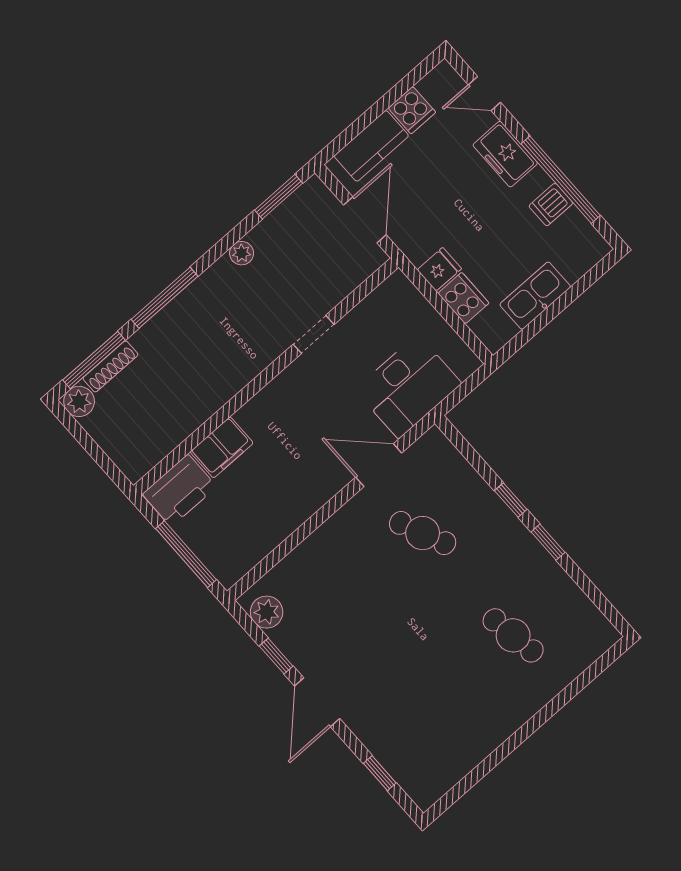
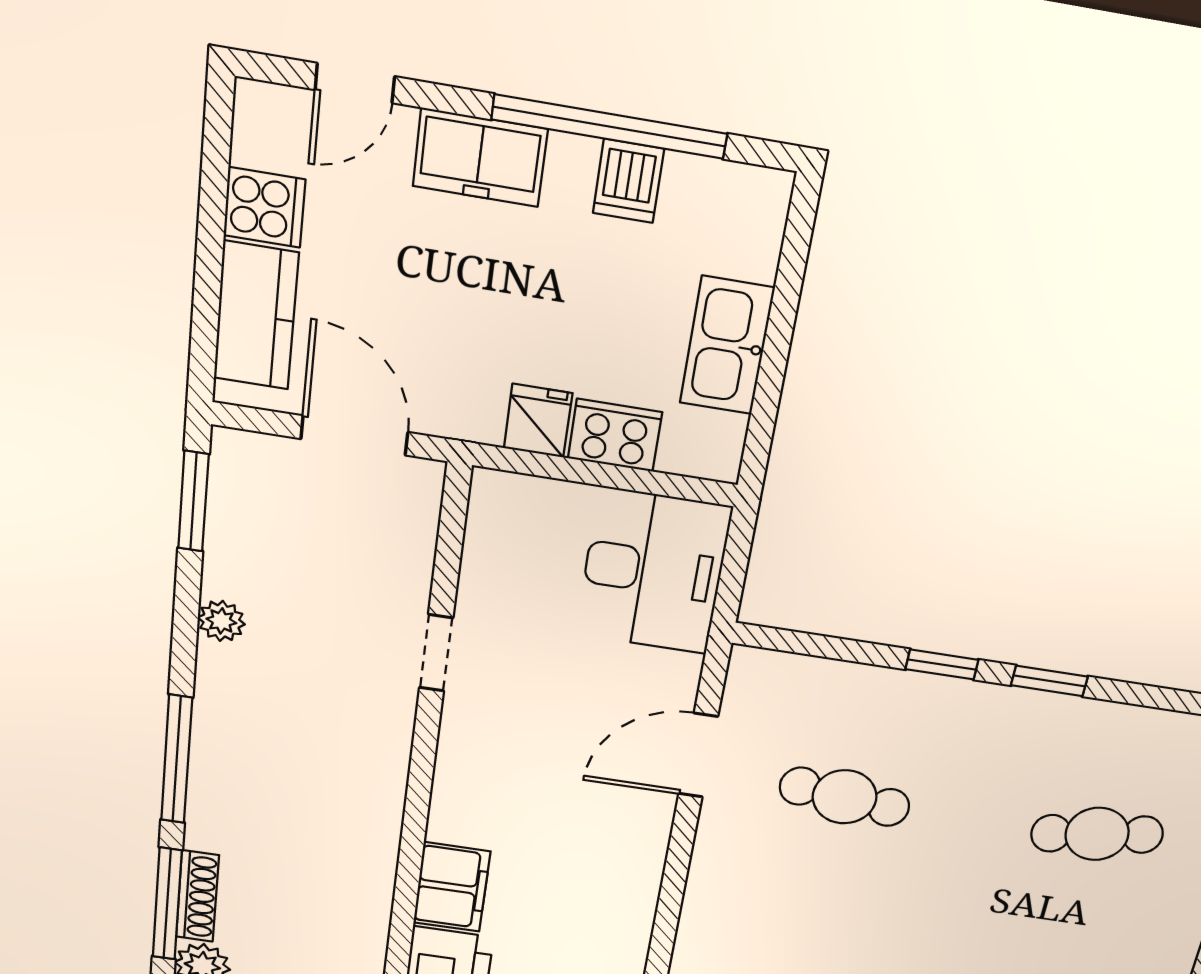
desk: (408, 386) -> (653, 571), moved
cafe table: (423, 533) -> (845, 797), turned 30

